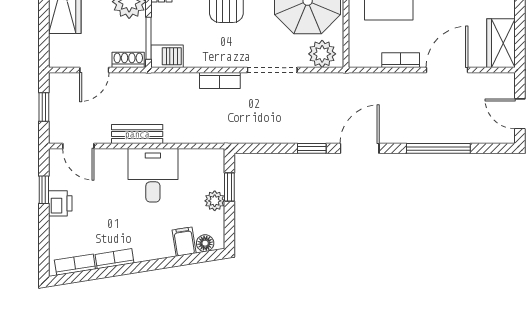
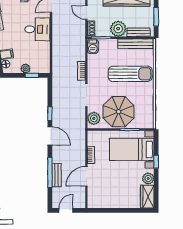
wardrobe: (501, 43) -> (99, 202), removed
door: (447, 70) -> (86, 176), swing flipped
bench: (137, 134) -> (57, 175), moved
desk: (153, 175) -> (37, 29), moved

